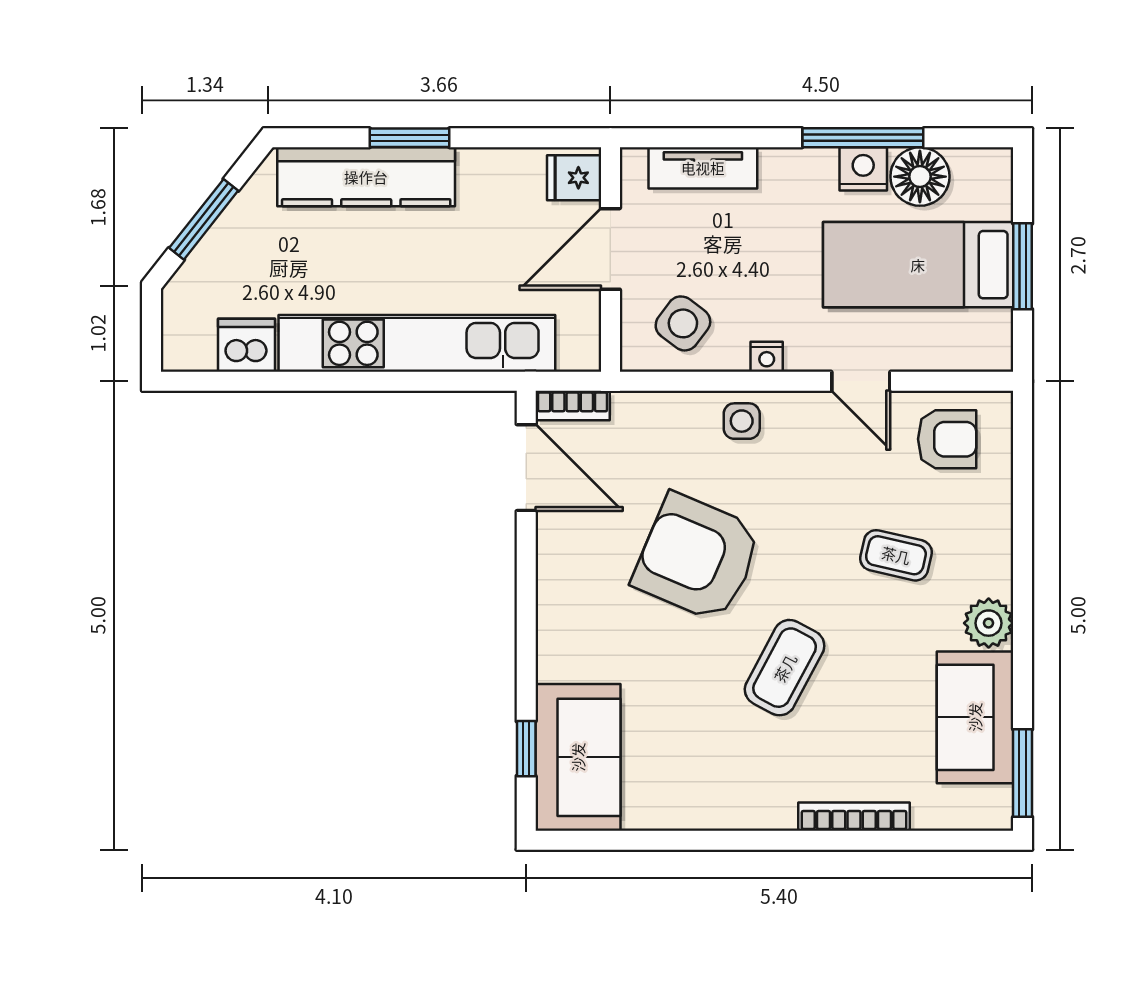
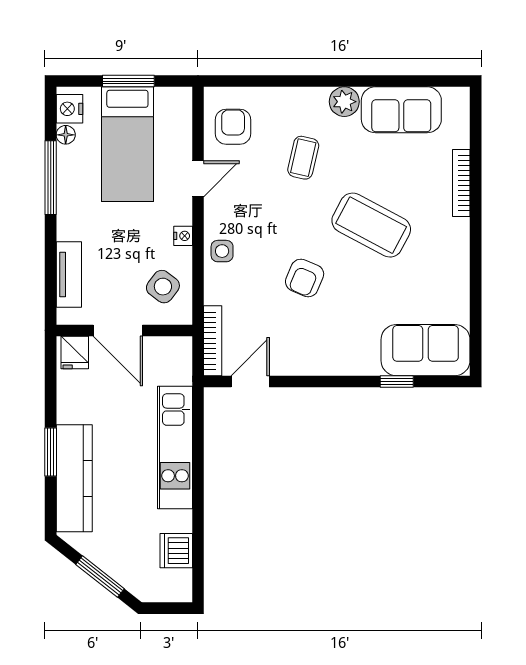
nightstand: (863, 169) -> (69, 109), moved
floor lamp: (920, 177) -> (66, 135), width x0.53, depth x0.53
kitchen unit: (417, 343) -> (175, 448), width x0.73
bookcase: (573, 405) -> (213, 341), width x1.56
door: (526, 468) -> (250, 381), width x0.73
armchair: (697, 558) -> (305, 278), width x0.53, depth x0.53
coffee table: (785, 668) -> (371, 225), width x1.36, depth x1.32
window: (526, 749) -> (397, 381), moved
window: (1023, 773) -> (435, 81), removed

